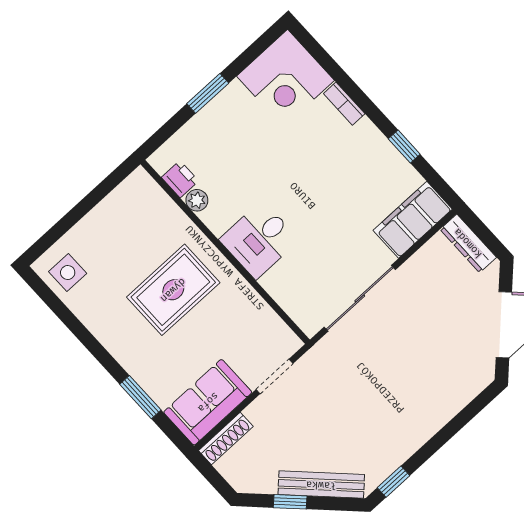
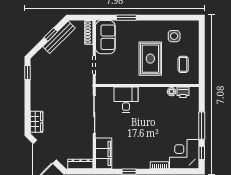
window: (255, 50) -> (202, 153), added
window: (208, 93) -> (202, 126), width x1.44
coffee table: (131, 223) -> (183, 64), added
desk: (259, 240) -> (126, 100), moved
side table: (68, 273) -> (174, 36), moved
wardrobe: (465, 387) -> (36, 122), added
bench: (321, 485) -> (59, 37), moved

